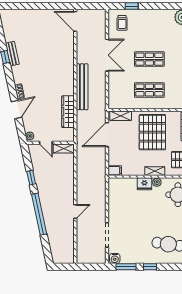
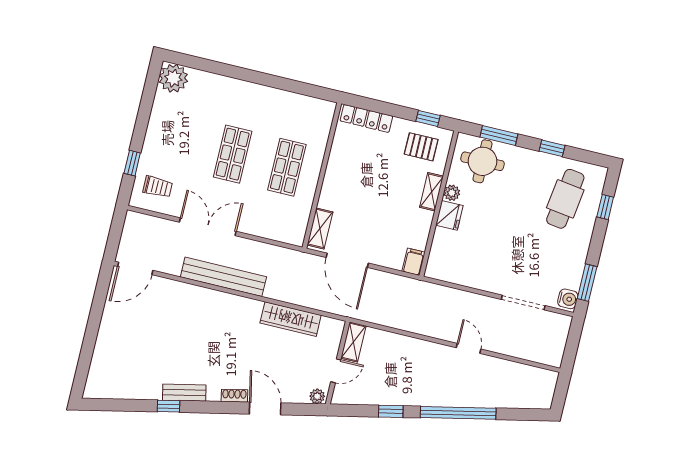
bench: (12, 54) -> (184, 393), moved
bench: (82, 87) -> (223, 277), moved
pallet: (152, 132) -> (362, 180), removed
window: (150, 267) -> (605, 207), moved

